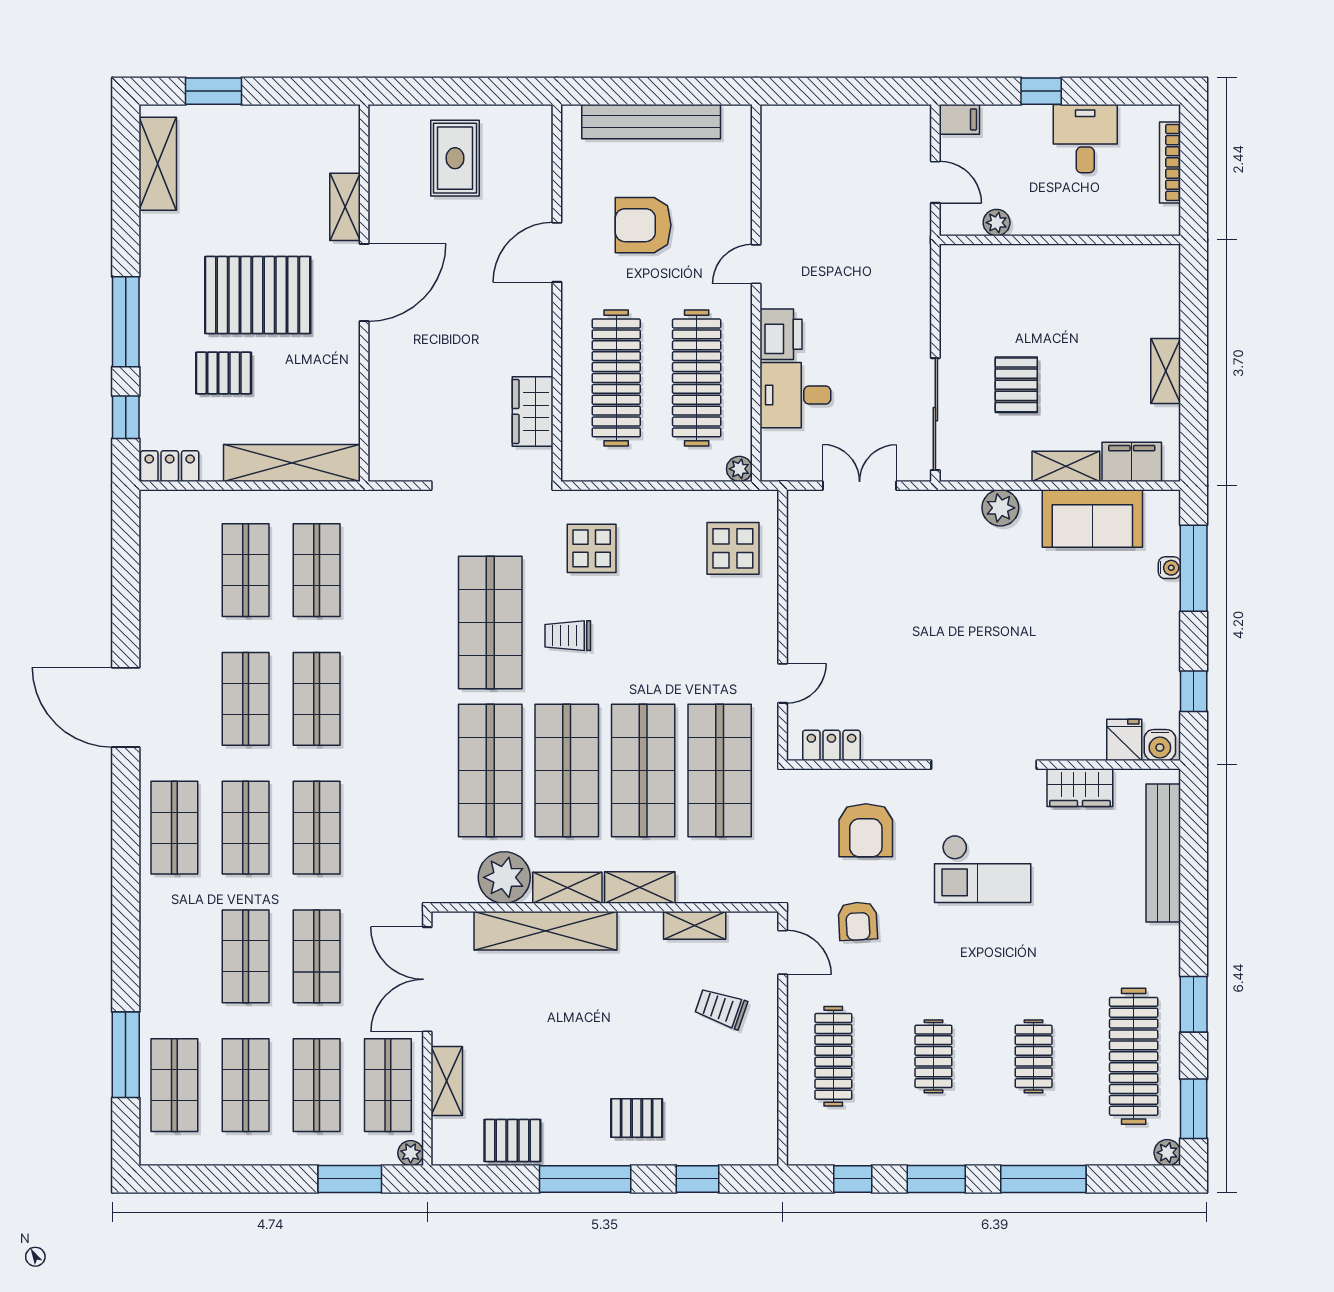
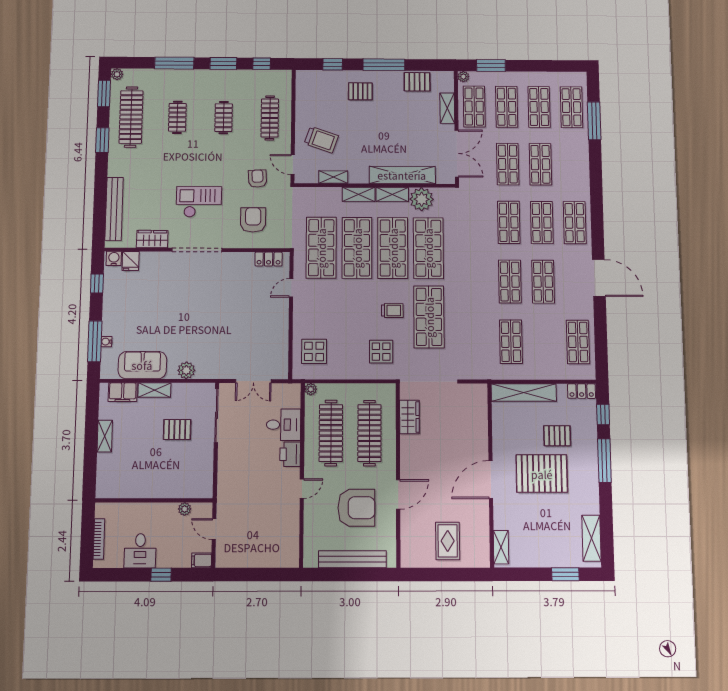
shelving: (345, 207) -> (501, 547), moved
armchair: (643, 225) -> (356, 508), width x1.36, depth x1.36
pallet: (1016, 385) -> (177, 429), turned 90
shop shelf: (246, 570) -> (578, 342), moved
trolley: (721, 1008) -> (321, 140), width x1.36, depth x1.39

